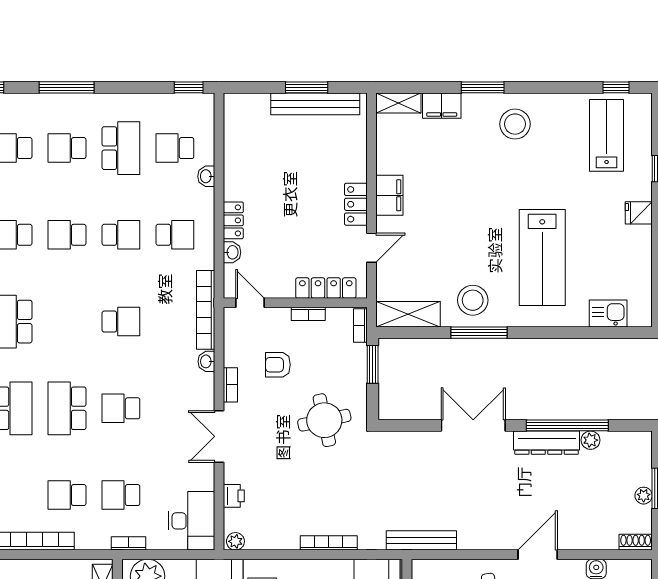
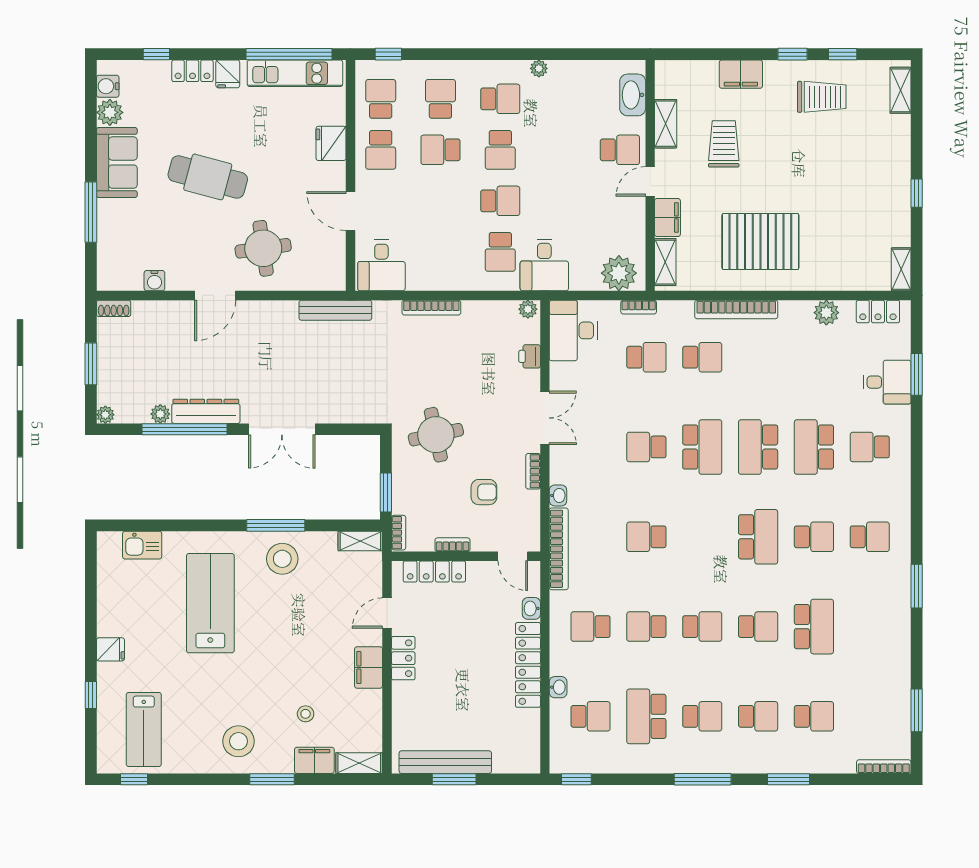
stool: (450, 151) -> (306, 714), added
locker: (233, 220) -> (528, 665), width x2.16, depth x1.21
shelving: (408, 314) -> (360, 541), width x0.67, depth x0.75
school desk: (121, 408) -> (646, 447), turned 180
plant: (644, 496) -> (105, 415), moved

